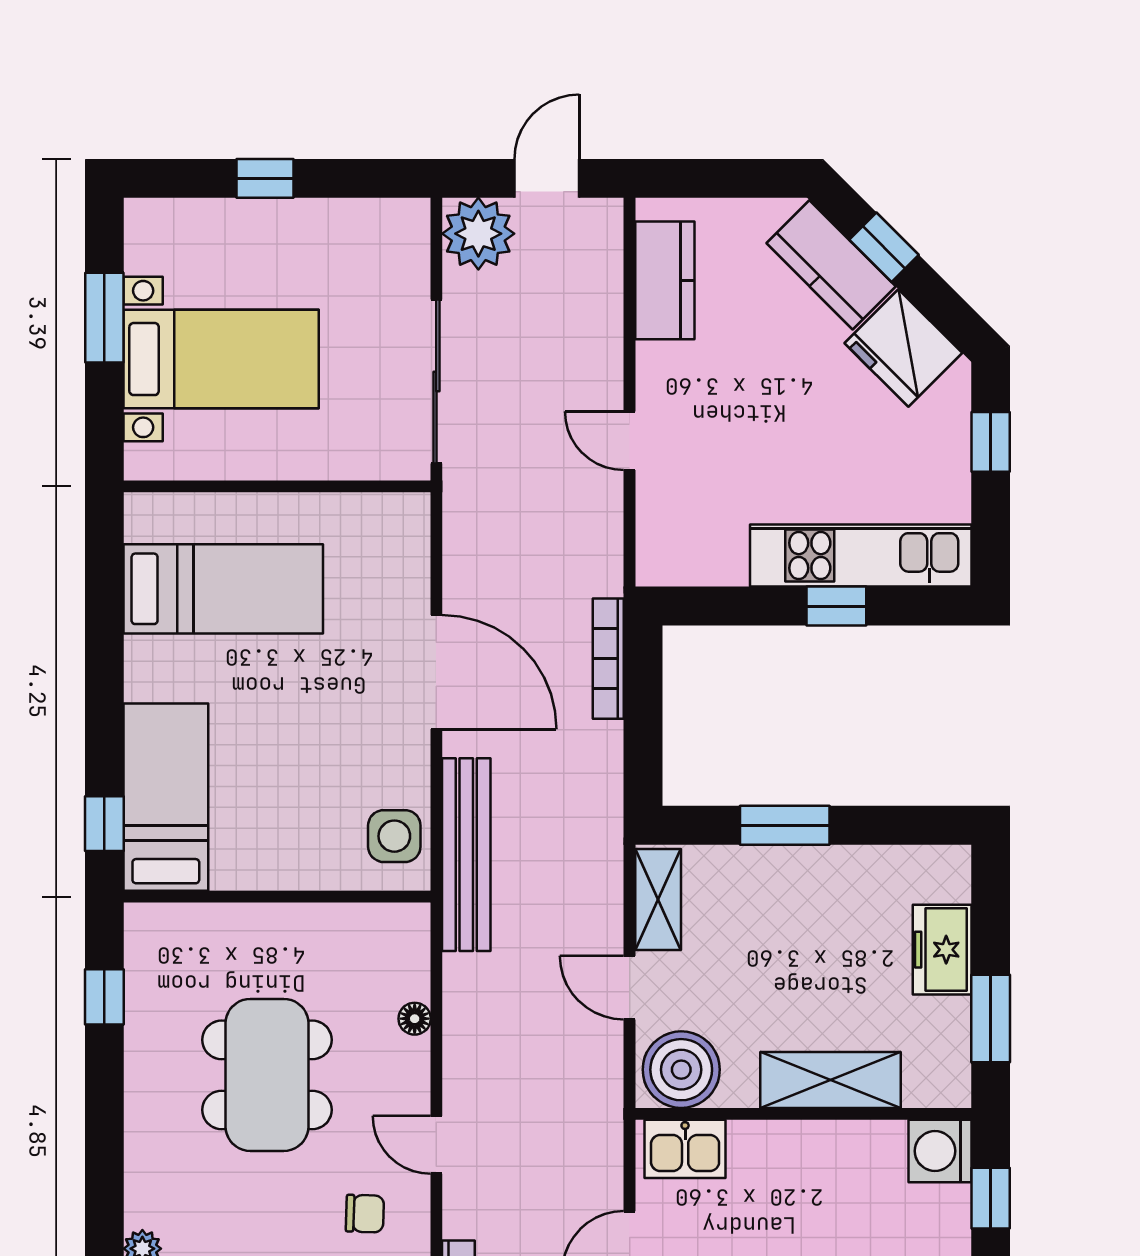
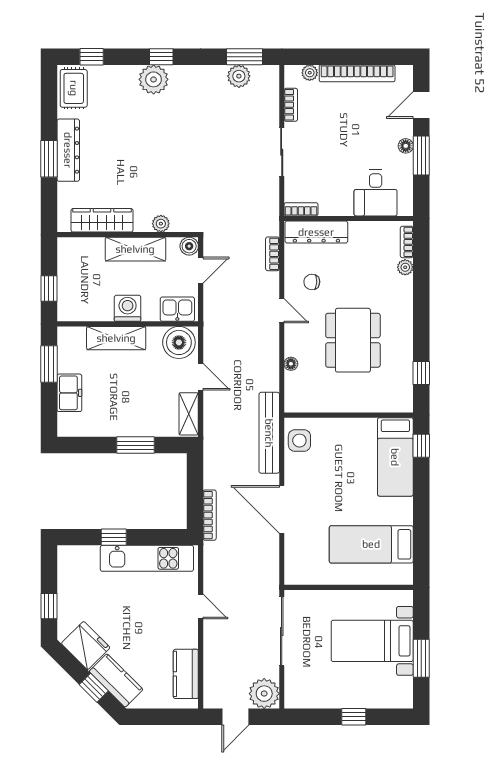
kitchen unit: (861, 556) -> (147, 558), moved
washing machine: (940, 1151) -> (128, 308), moved, turned -90

